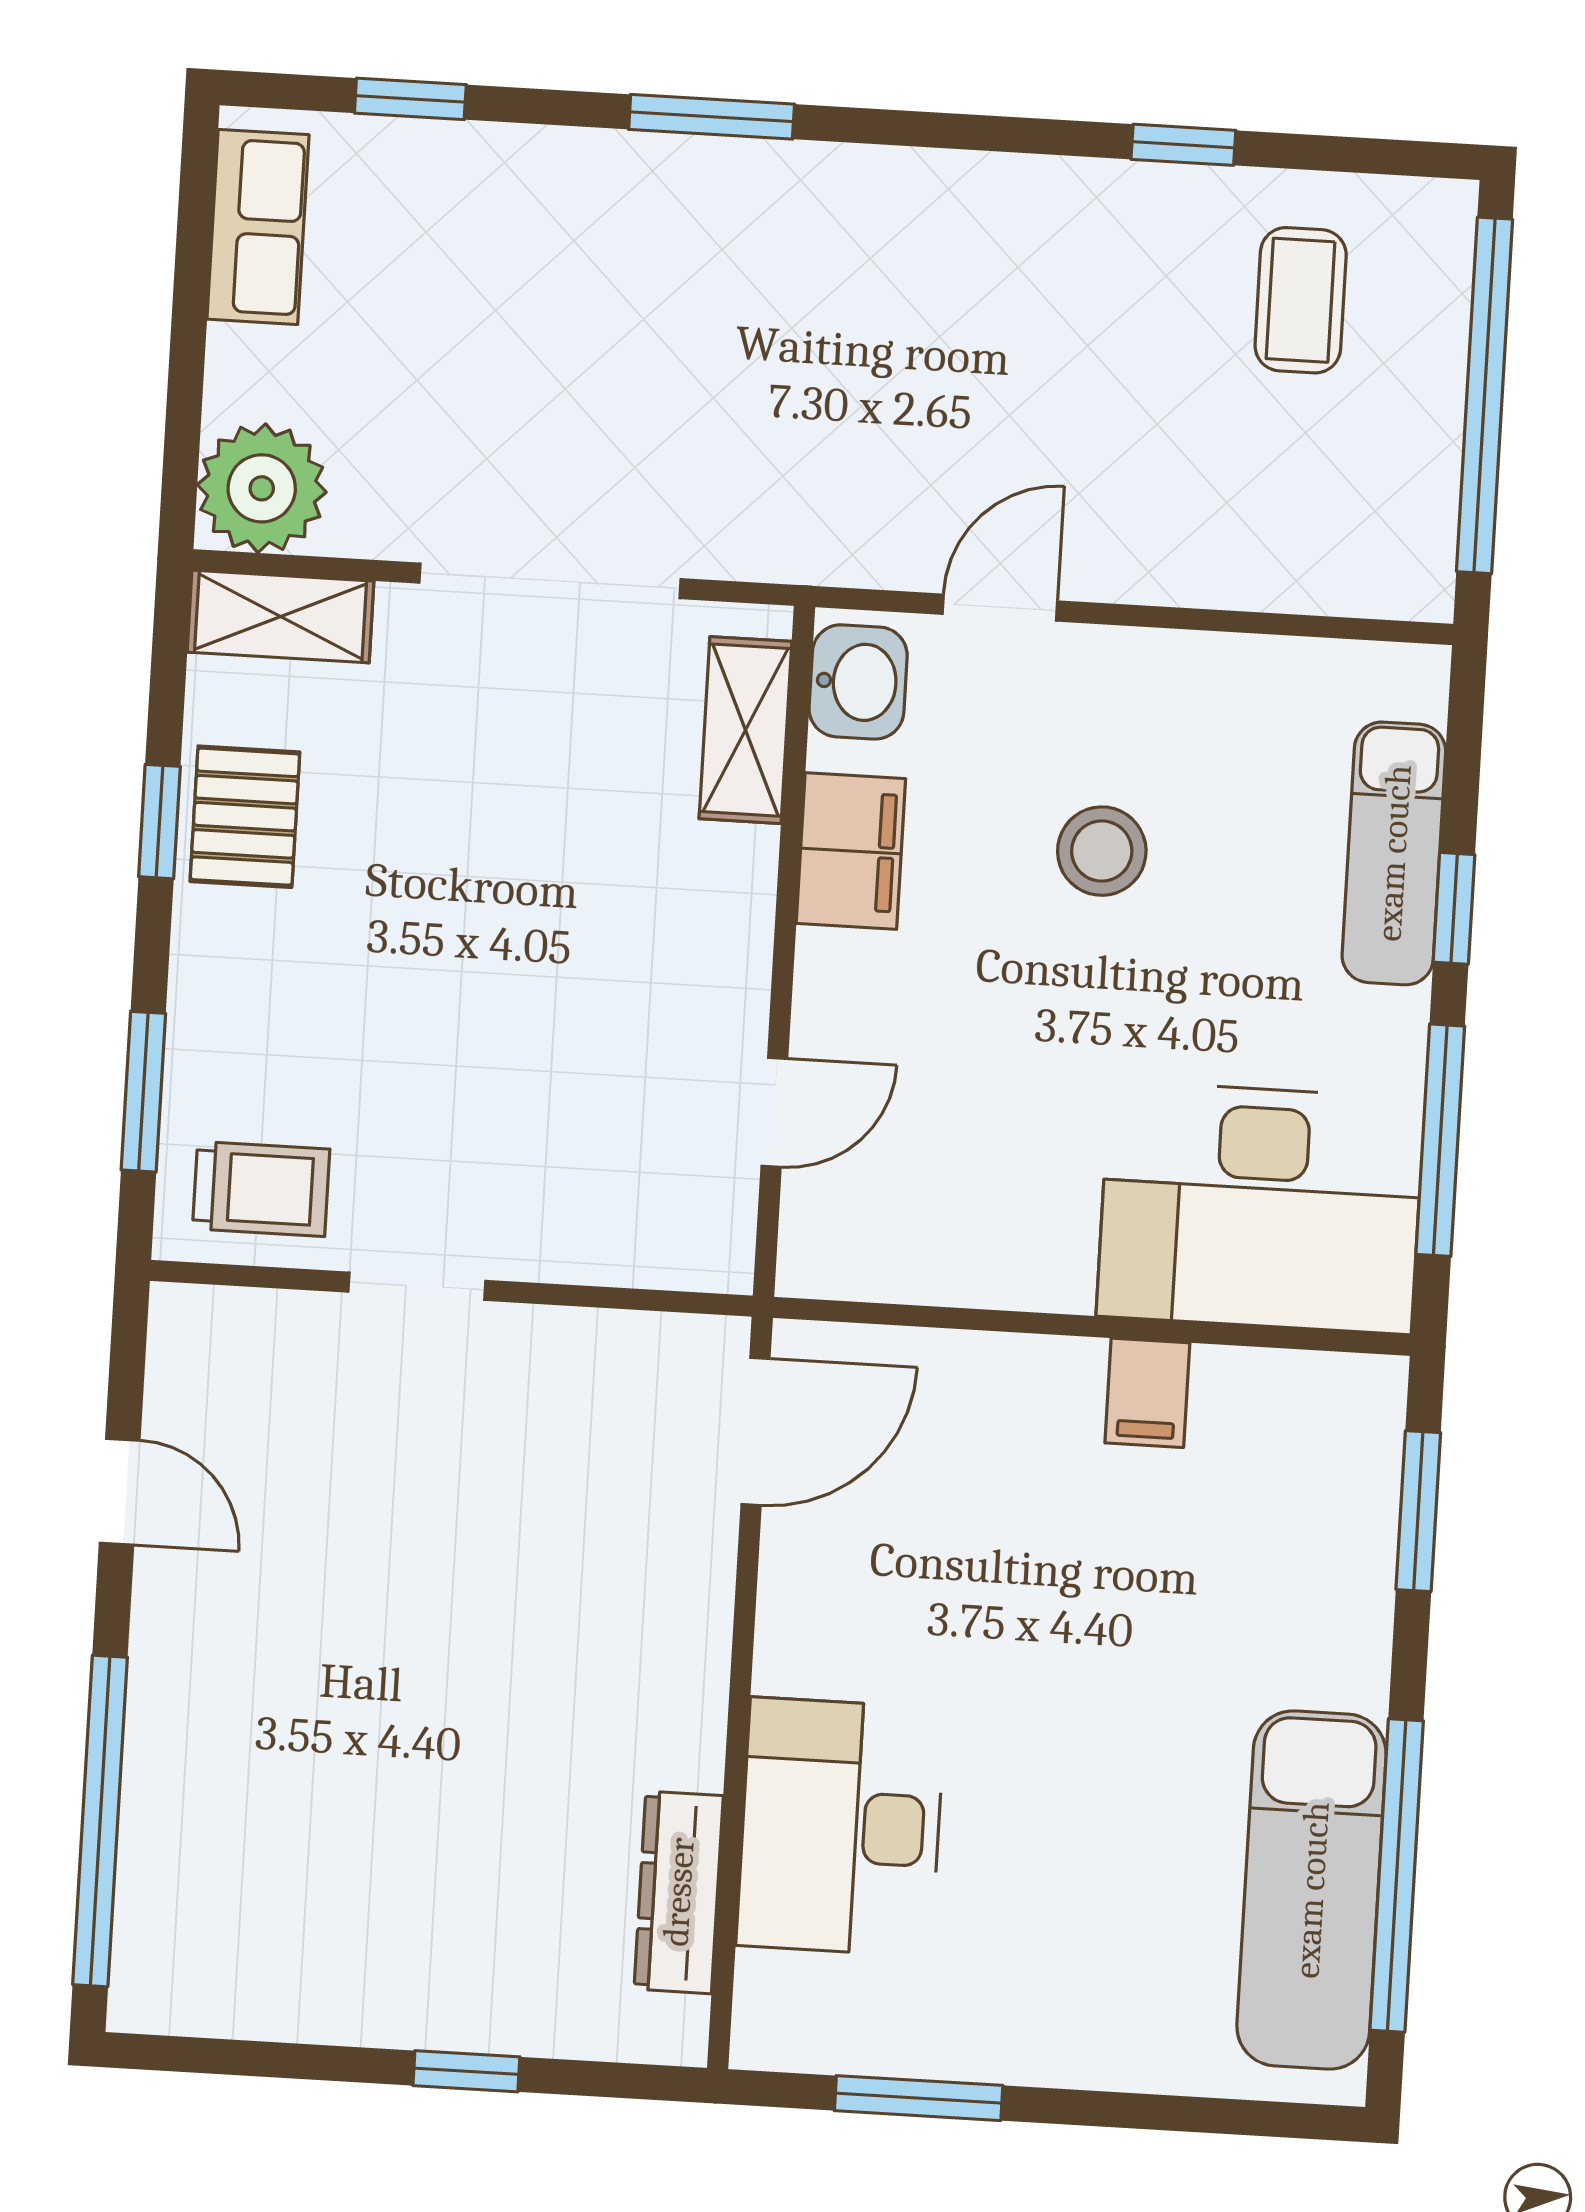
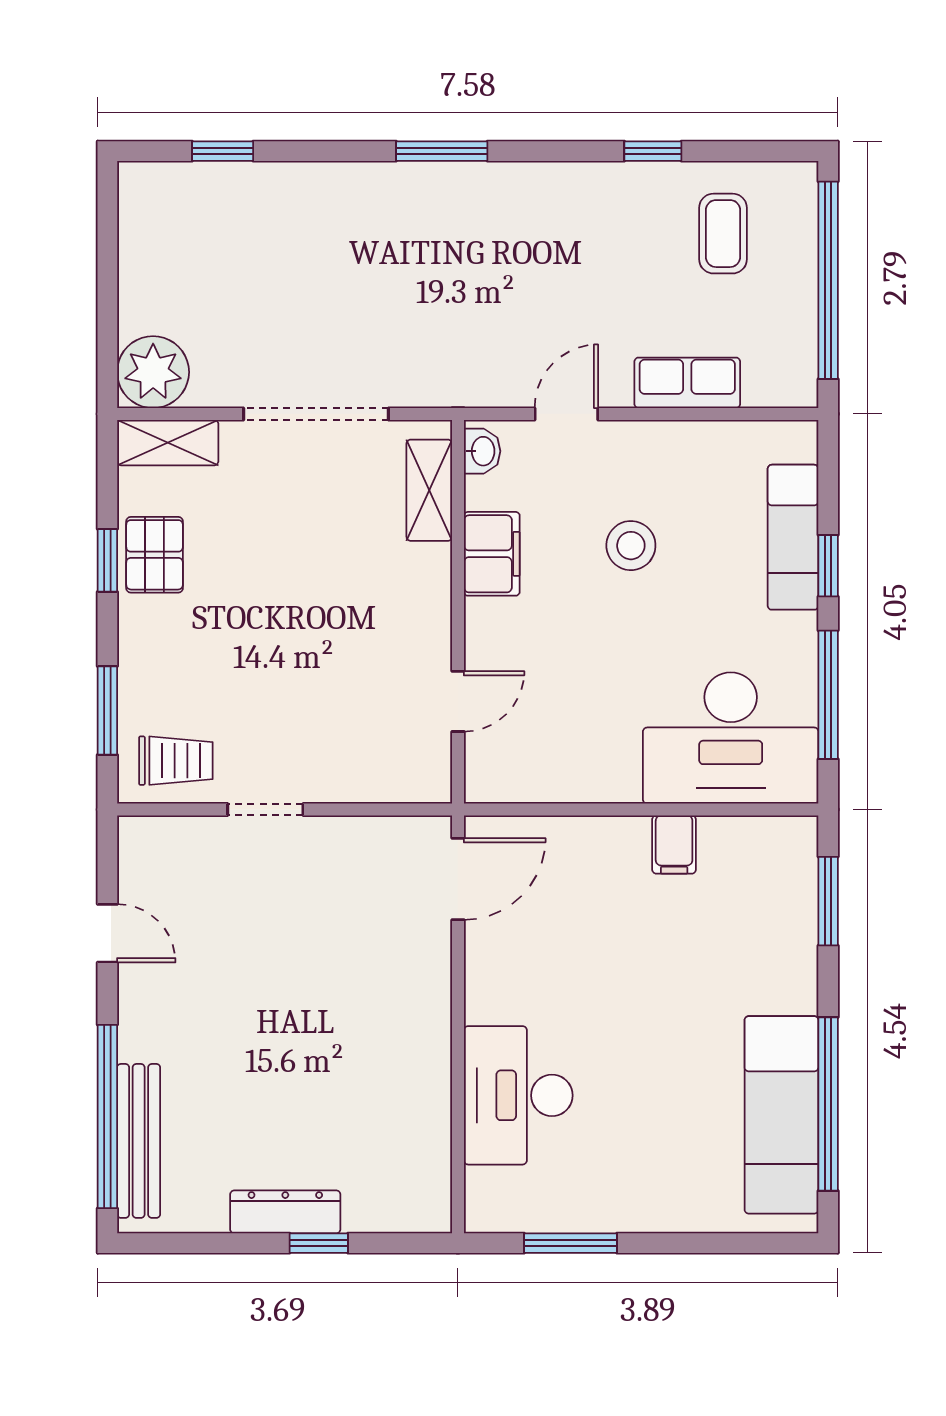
window: (712, 117) -> (442, 151), moved
row of seats: (258, 227) -> (687, 383), moved, turned -90
washbasin: (858, 682) -> (482, 451), width x0.72, depth x0.69
bench: (154, 1868) -> (139, 1141), added
dresser: (679, 1892) -> (285, 1212), moved, turned 90

